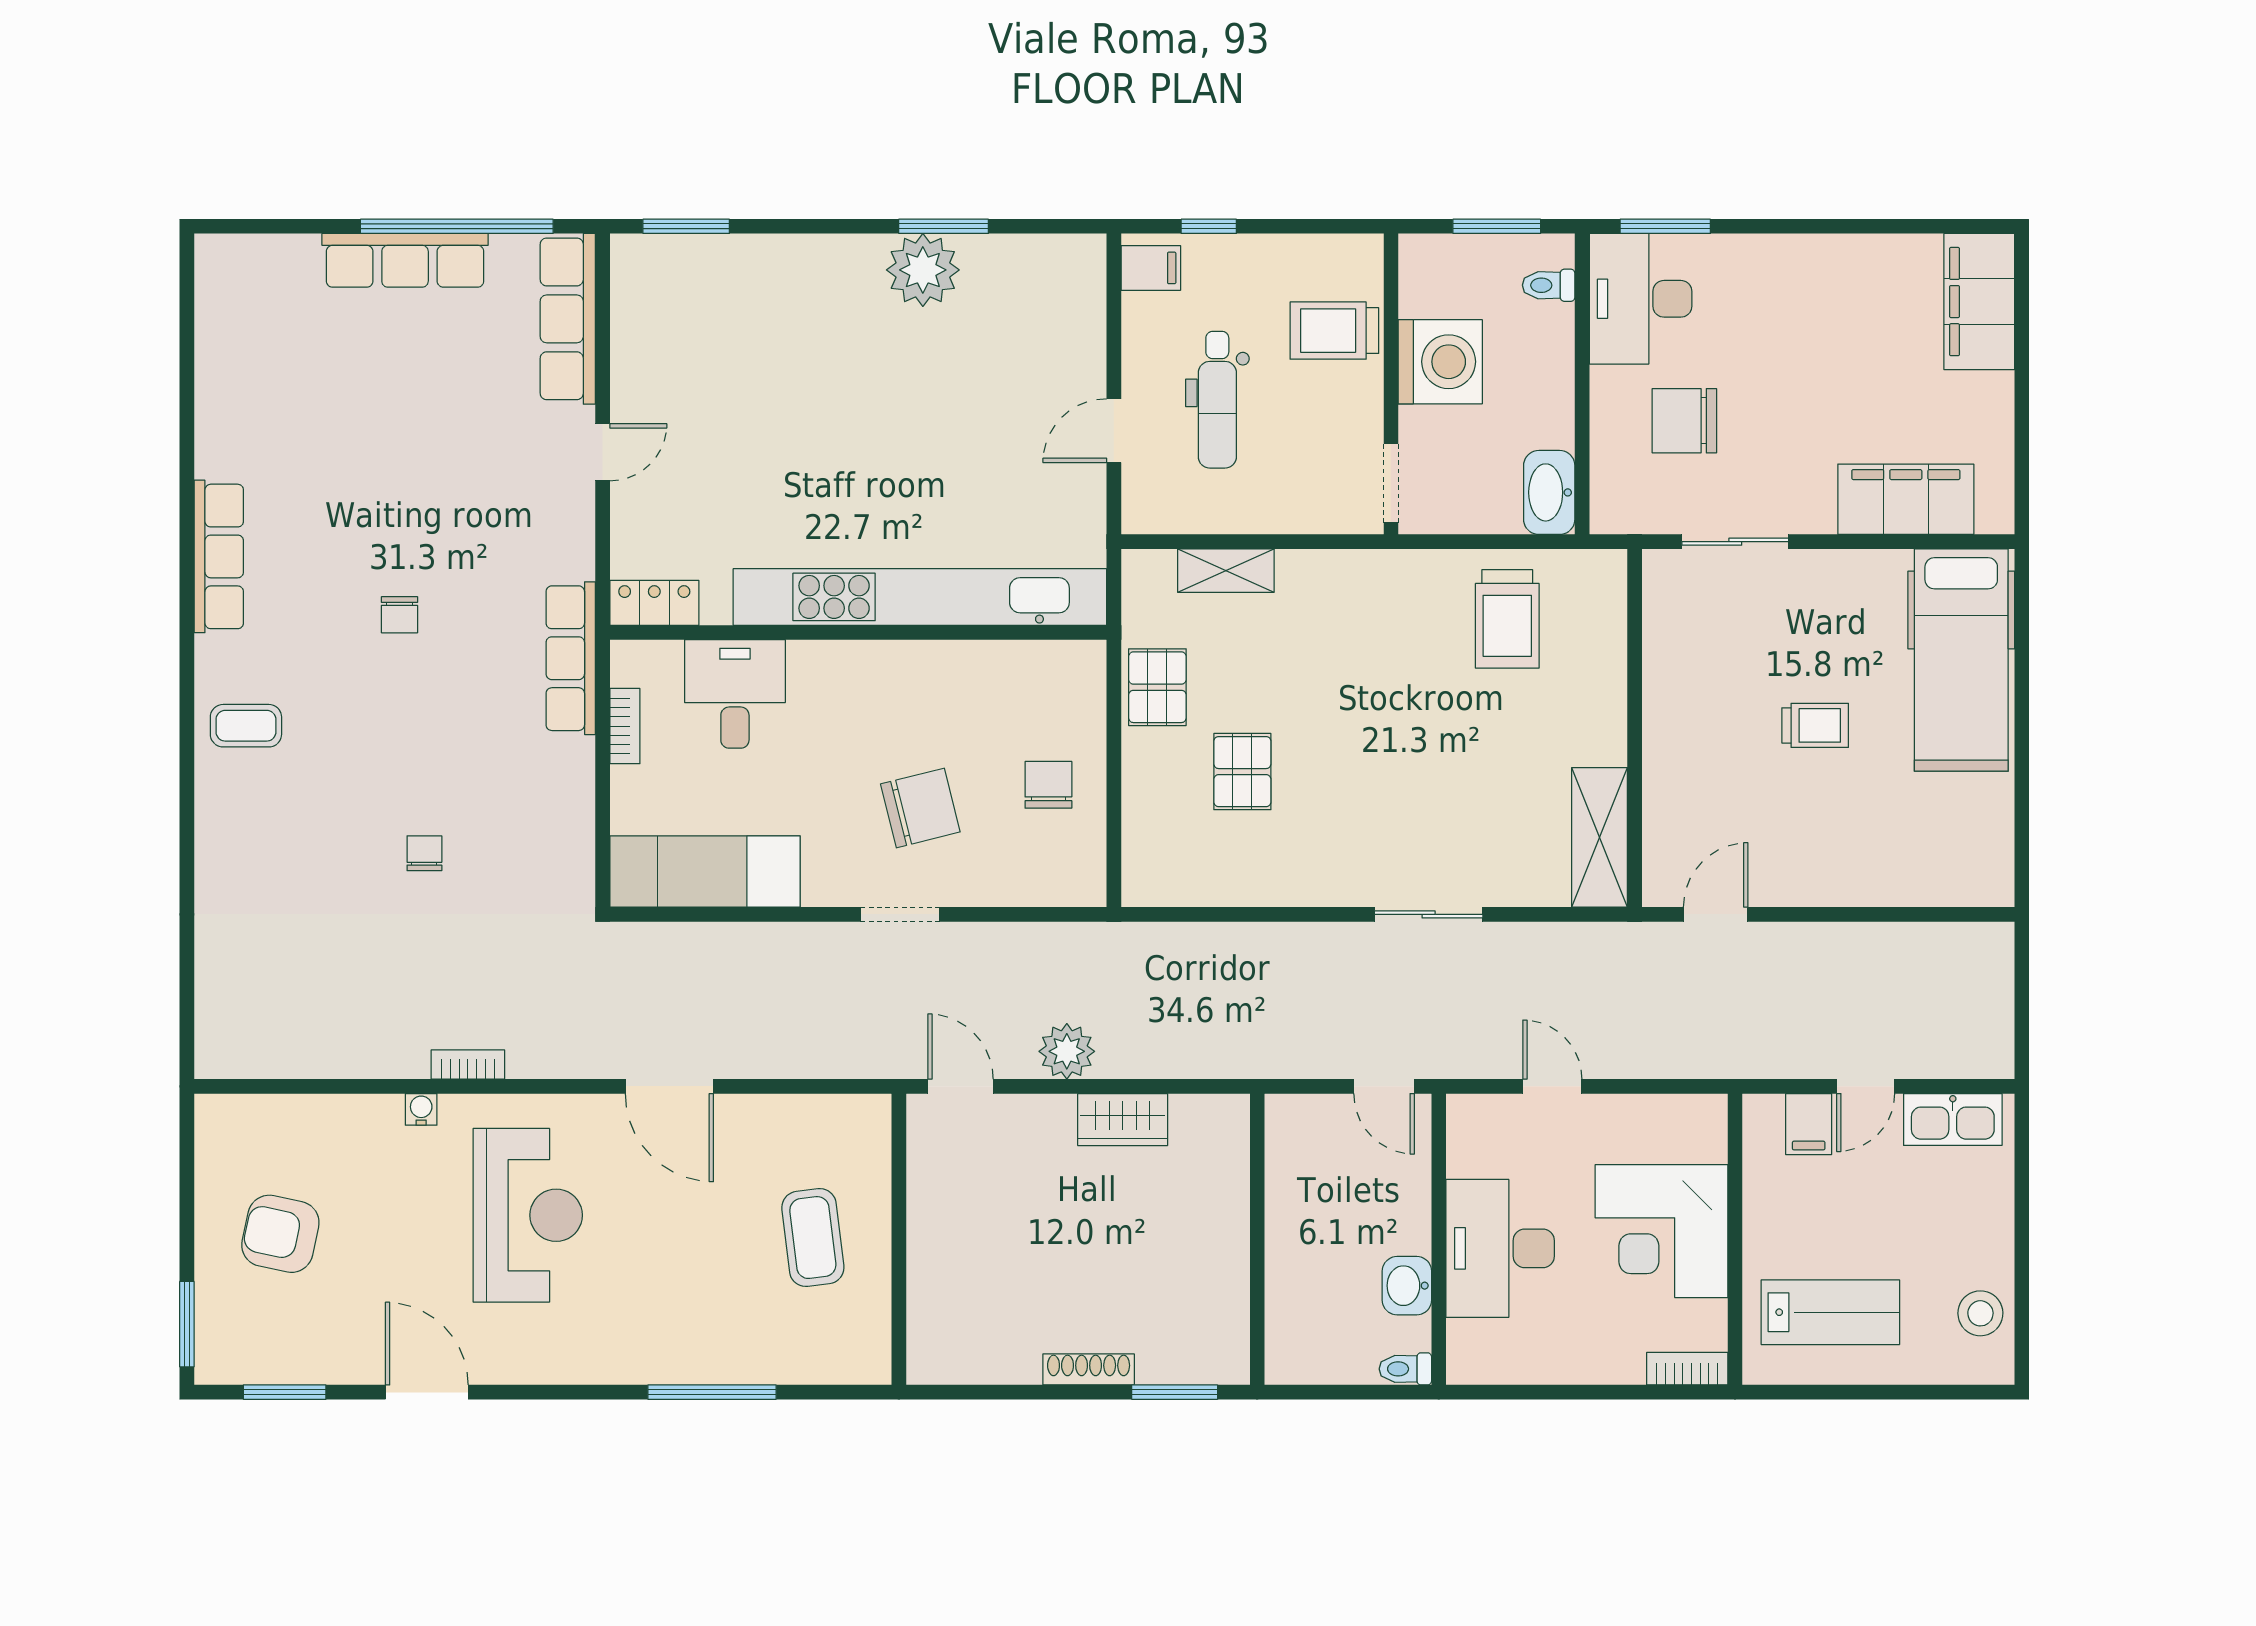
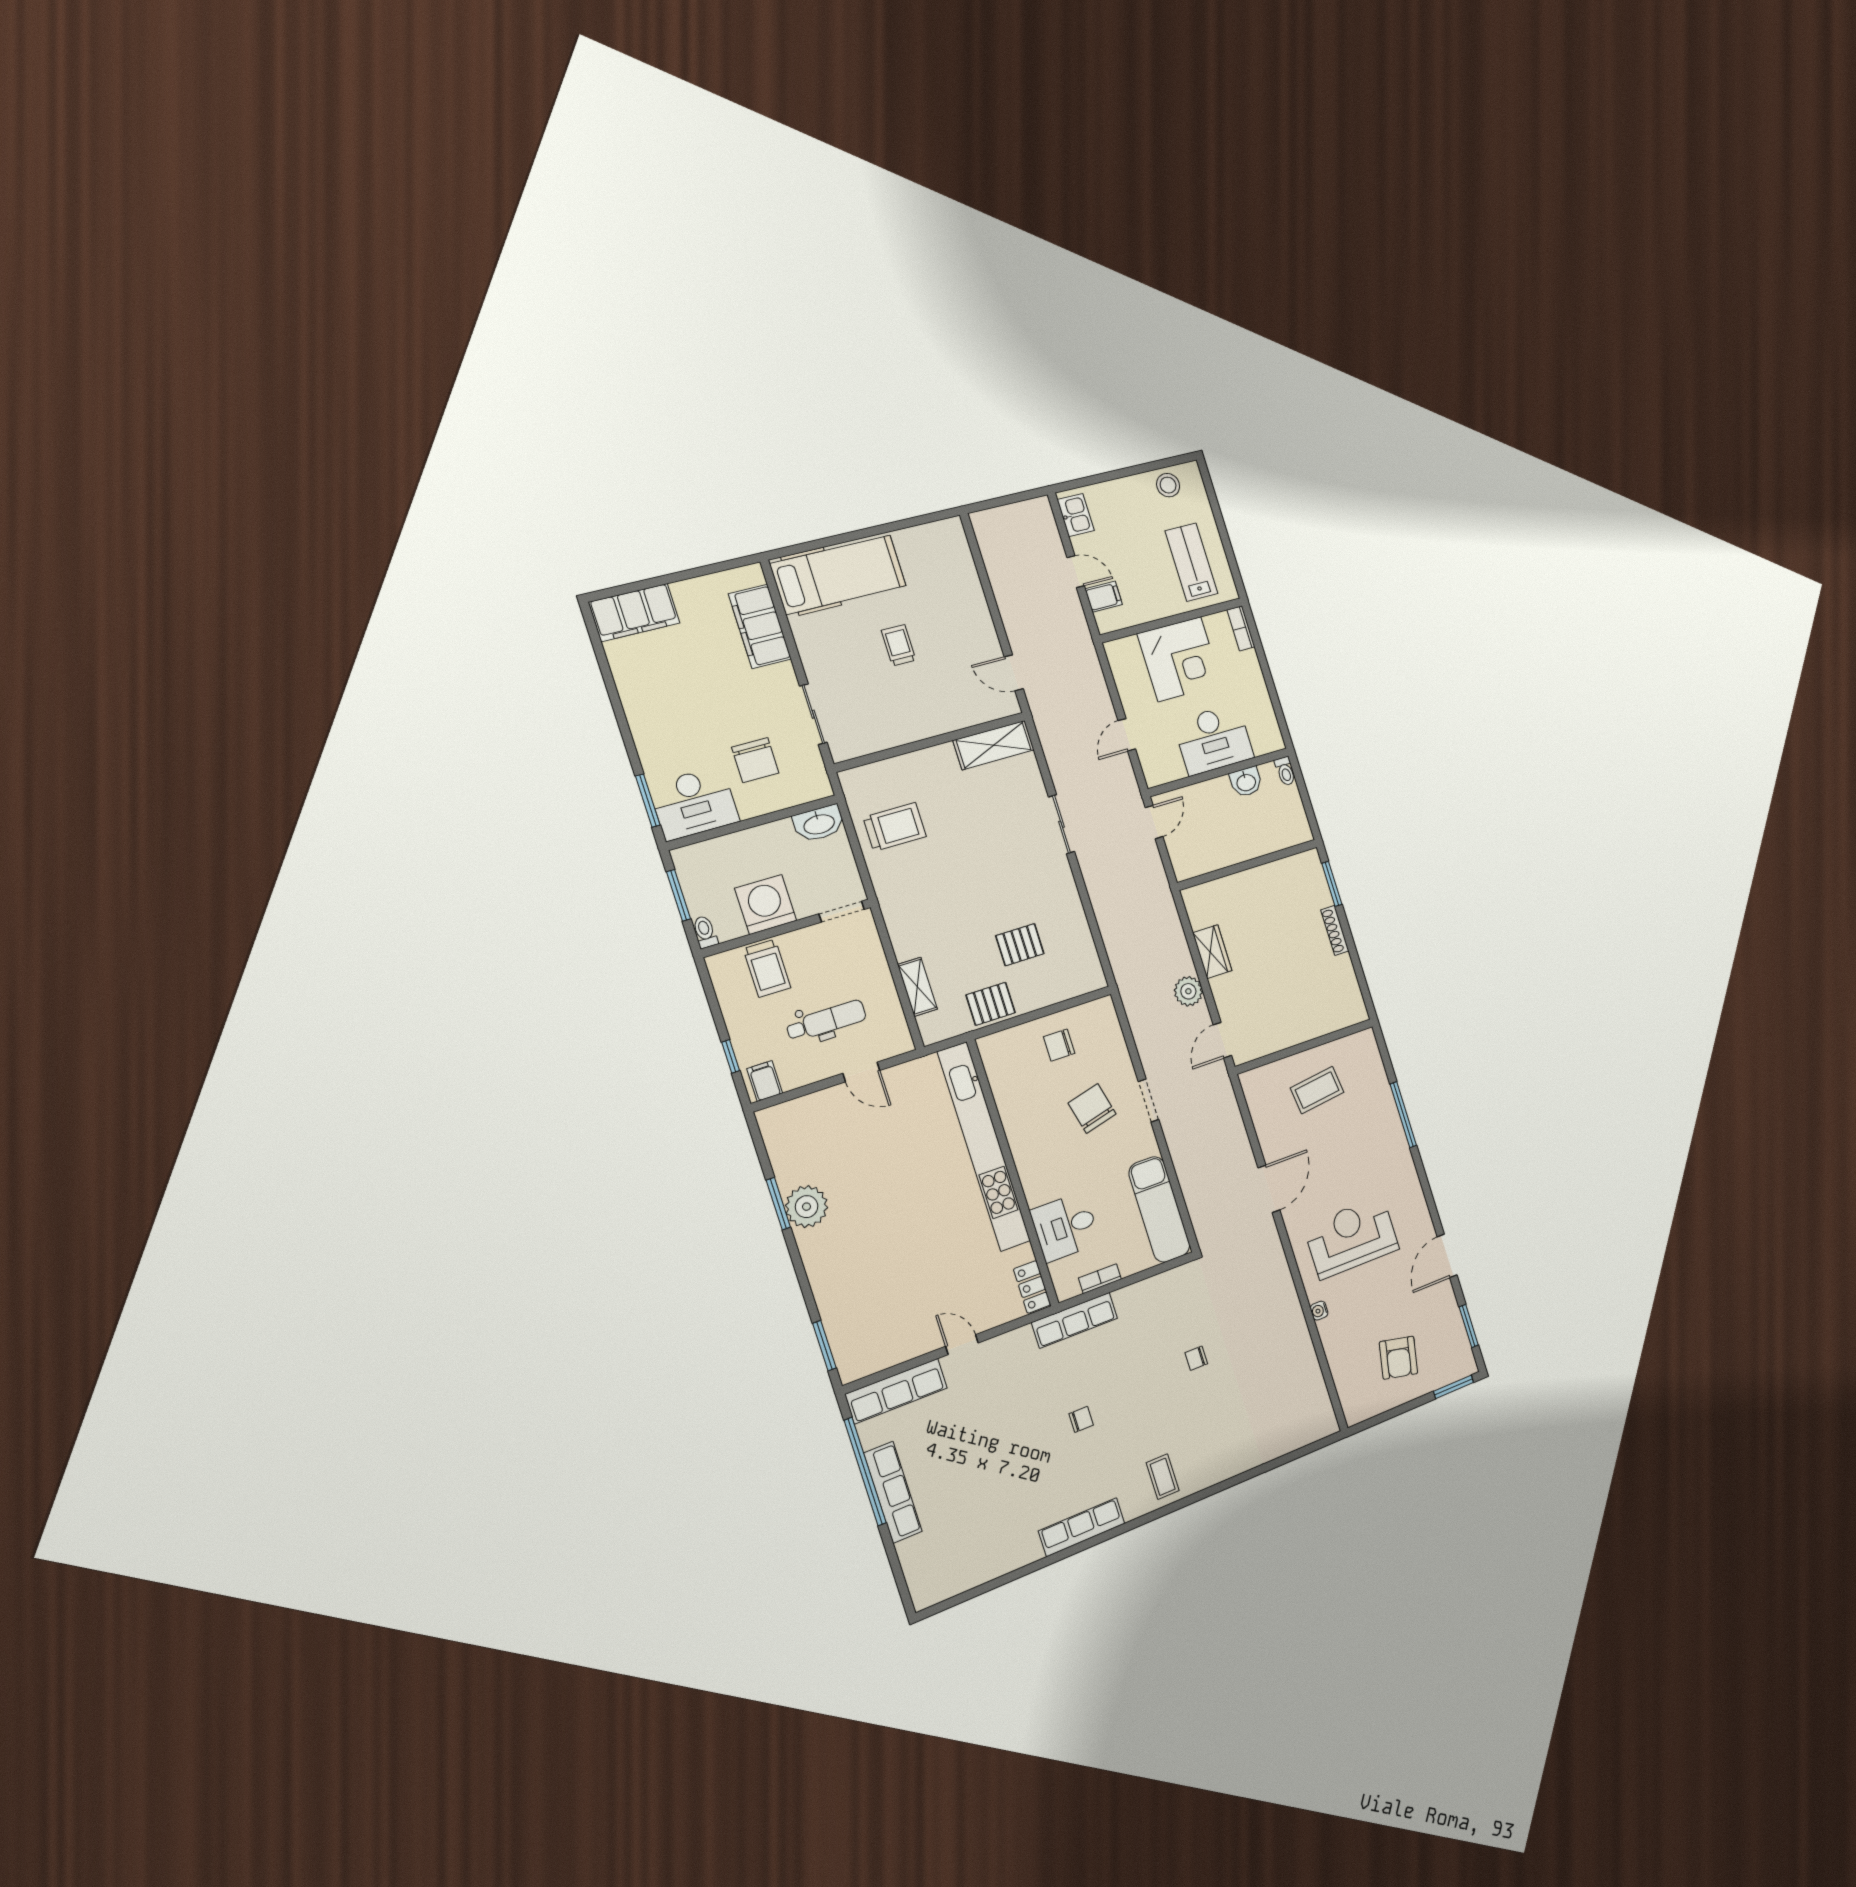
toilet: (1549, 285) -> (705, 932), moved, turned 180
bookcase: (468, 1065) -> (1291, 1295), removed
kitchen sink: (1953, 1119) -> (1076, 515), width x0.73

